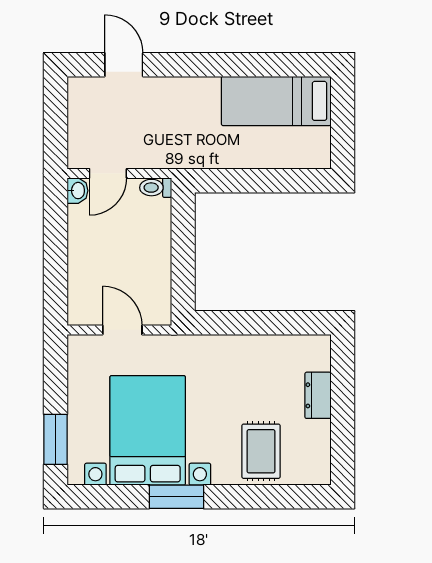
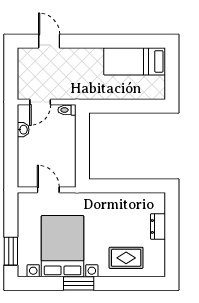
washbasin: (77, 191) -> (23, 130), moved
rug: (261, 451) -> (126, 258), turned 90

